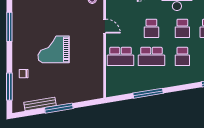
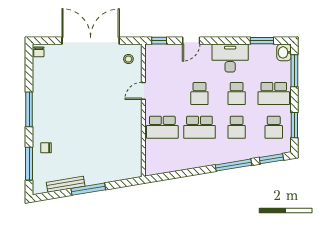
door: (105, 26) -> (143, 91), swing flipped
window: (9, 27) -> (29, 109), moved
grand piano: (54, 49) -> (82, 119), removed
window: (148, 93) -> (233, 165), moved

